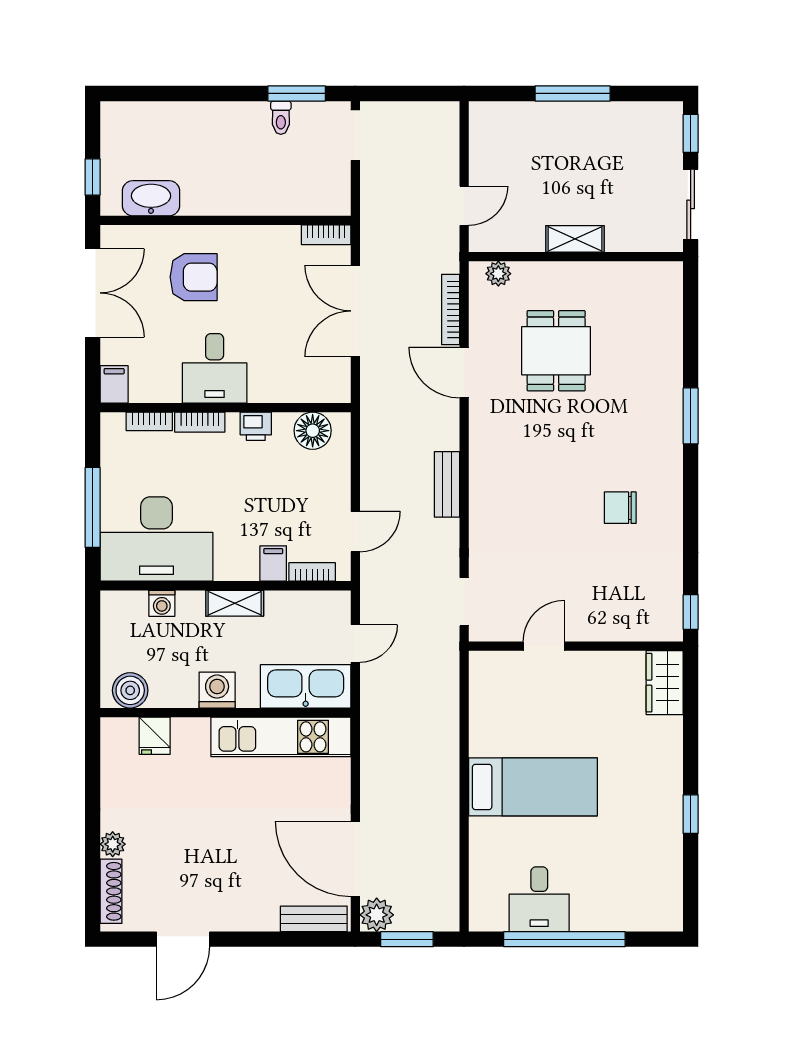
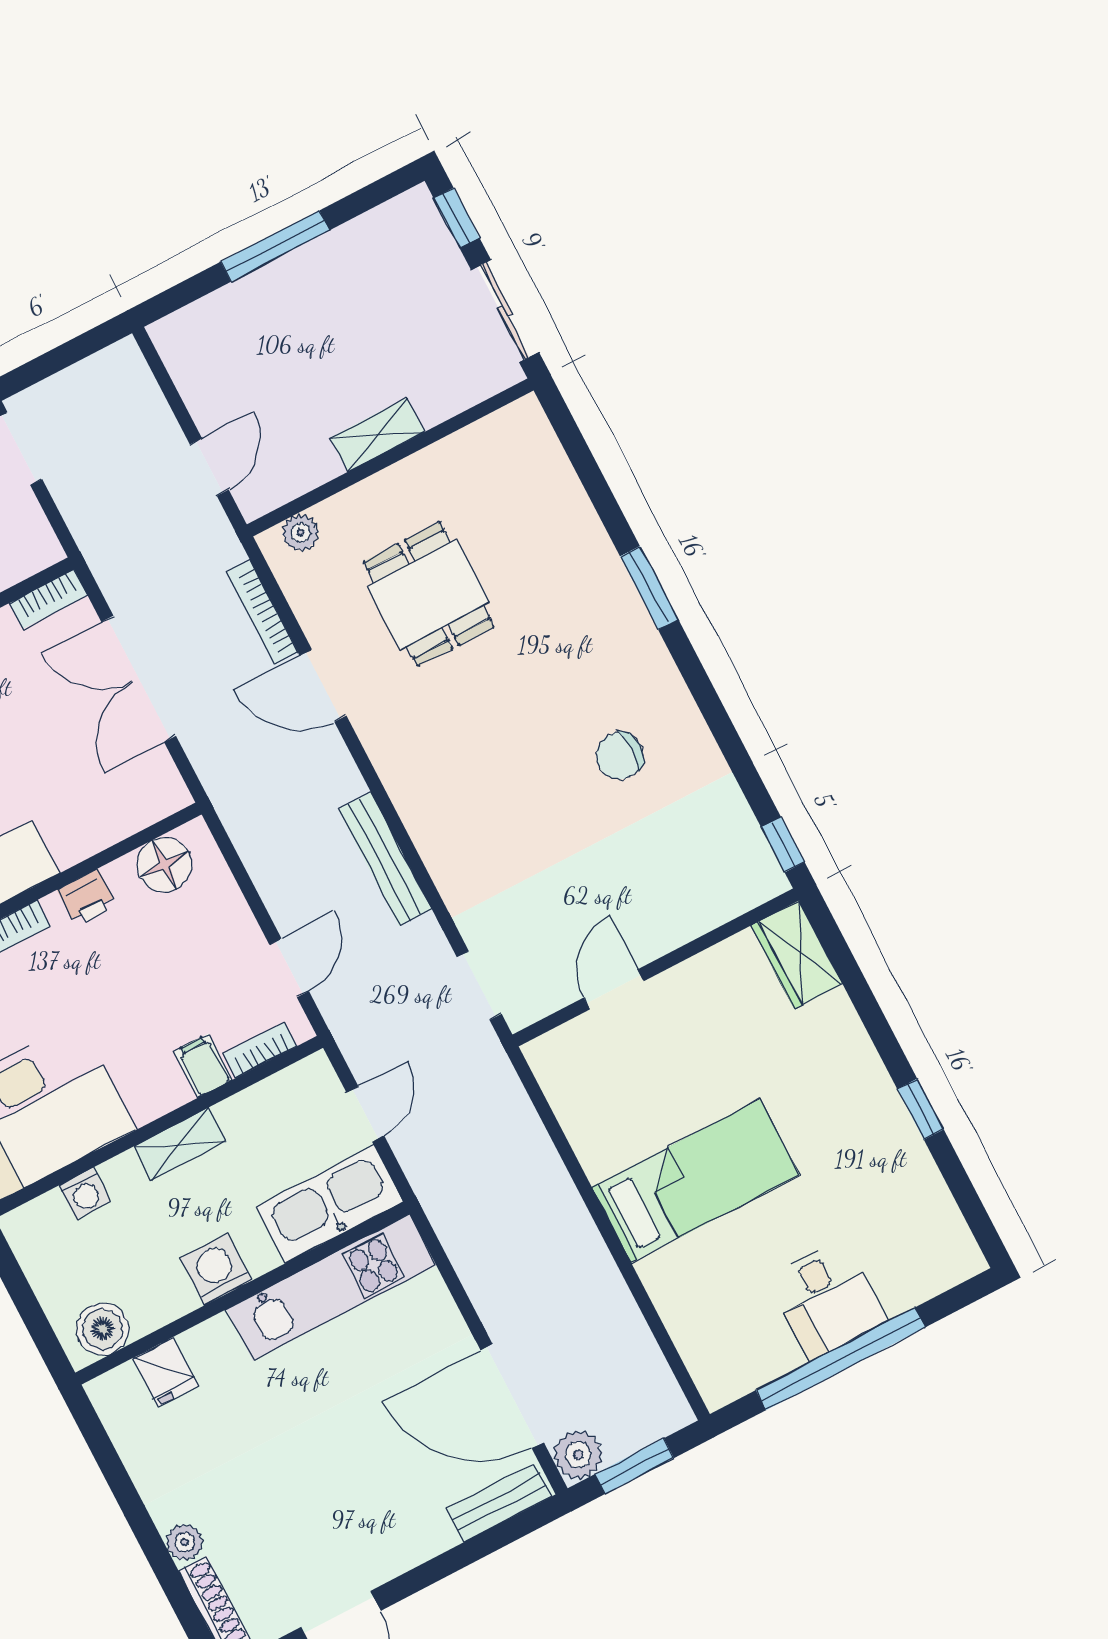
bench: (447, 484) -> (385, 859), width x1.36
desk: (539, 899) -> (827, 1299), moved

